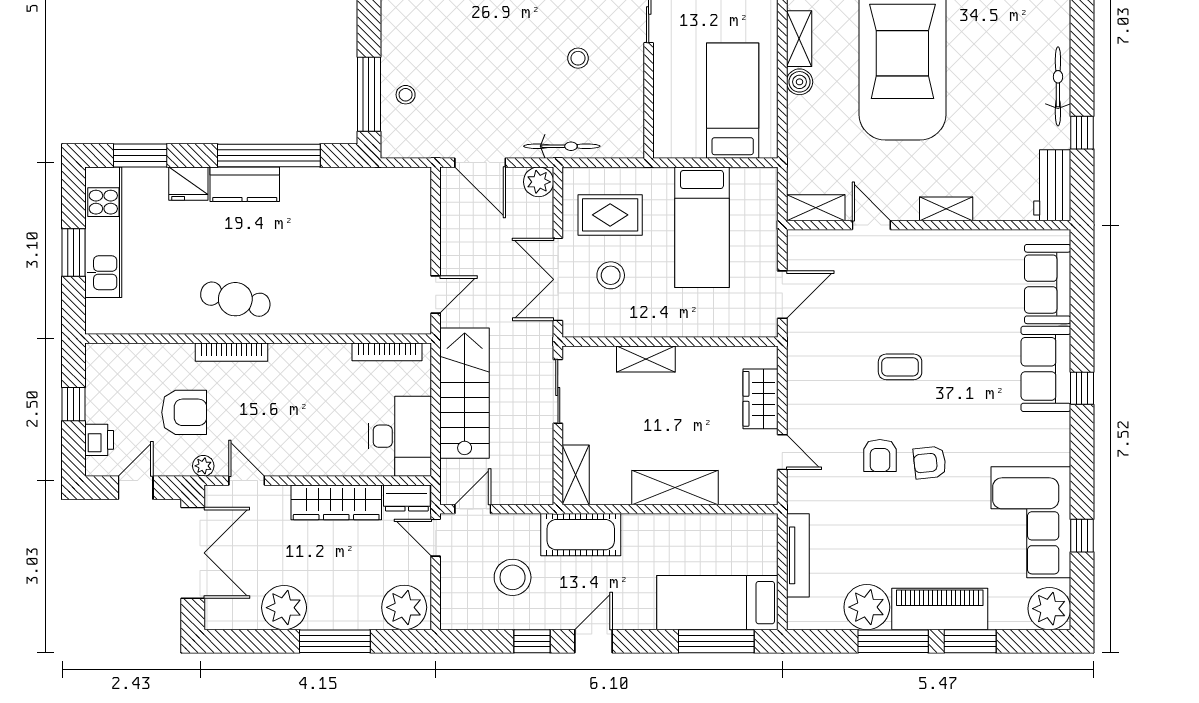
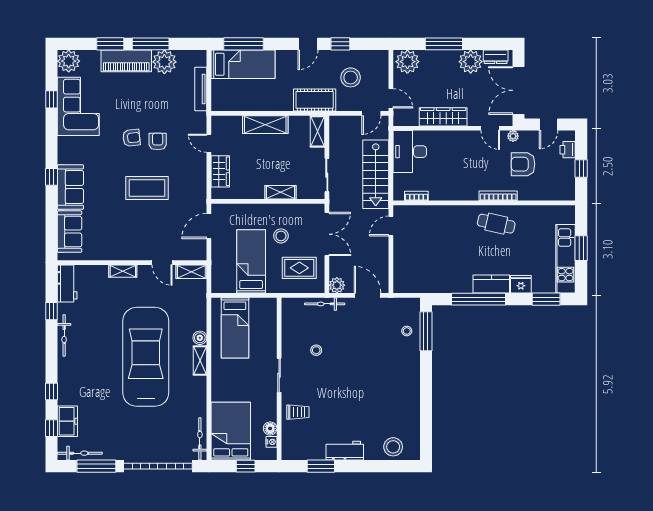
stool: (611, 275) -> (281, 236), moved
bookcase: (387, 352) -> (416, 196), width x0.64
coffee table: (900, 367) -> (147, 188), width x1.86, depth x1.72
dresser: (407, 498) -> (496, 57), moved, turned 180

